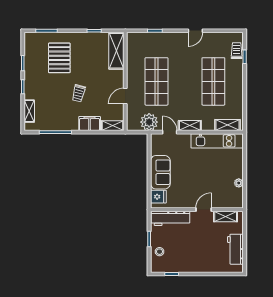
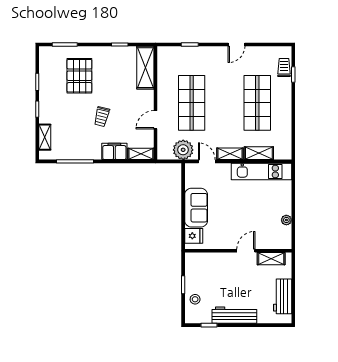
shelving: (228, 125) -> (259, 153), moved
workbench: (170, 218) -> (234, 315), moved, turned 180

